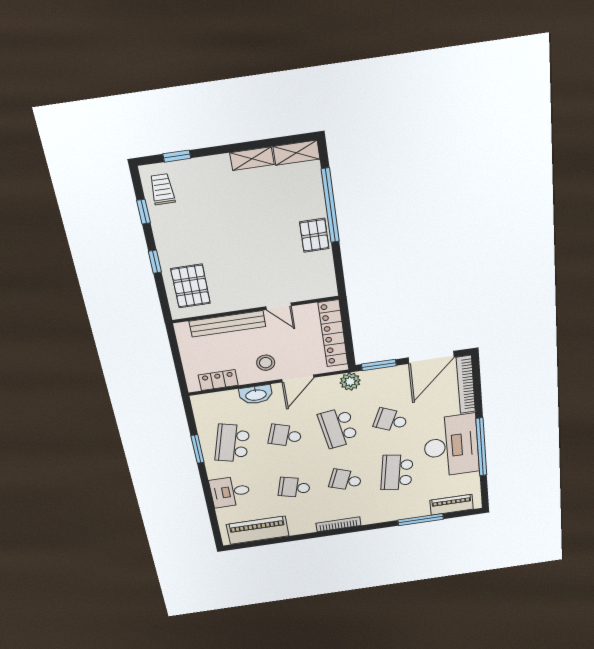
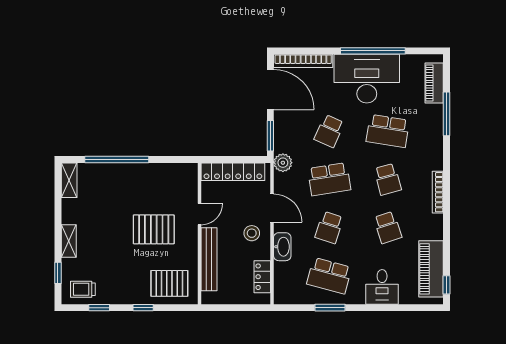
shelving: (252, 159) -> (69, 241), moved
pallet: (314, 235) -> (154, 229), moved, width x1.50, depth x1.42
school desk: (346, 480) -> (388, 179), turned -36
school desk: (294, 487) -> (388, 227), turned -33
window: (244, 545) -> (447, 285), added

